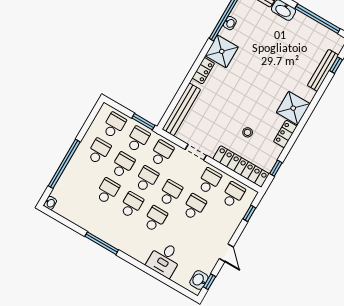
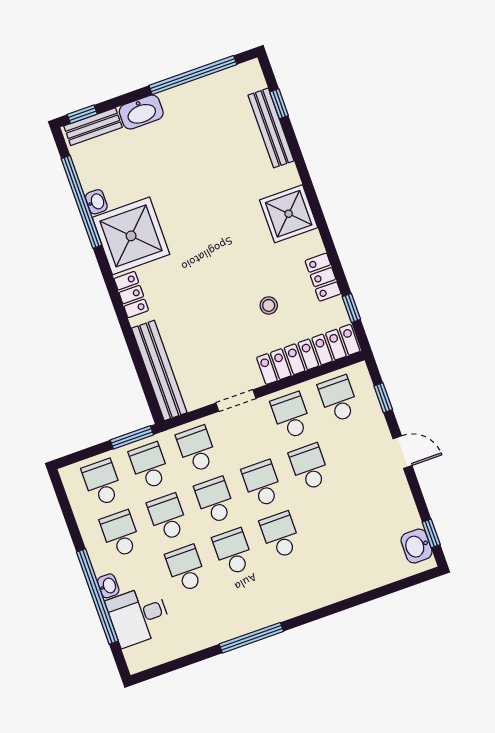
shower: (222, 51) -> (131, 236), width x1.37, depth x1.37
locker: (285, 134) -> (323, 277), moved
washbasin: (50, 203) -> (108, 586), moved
door: (226, 253) -> (402, 452), moved
desk: (165, 259) -> (139, 616), moved, turned 90

